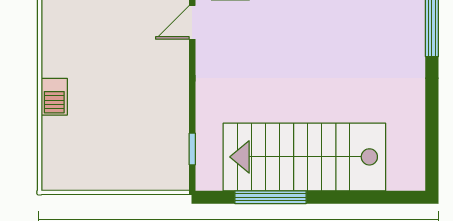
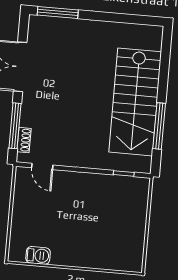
barbecue: (54, 97) -> (38, 255), moved

